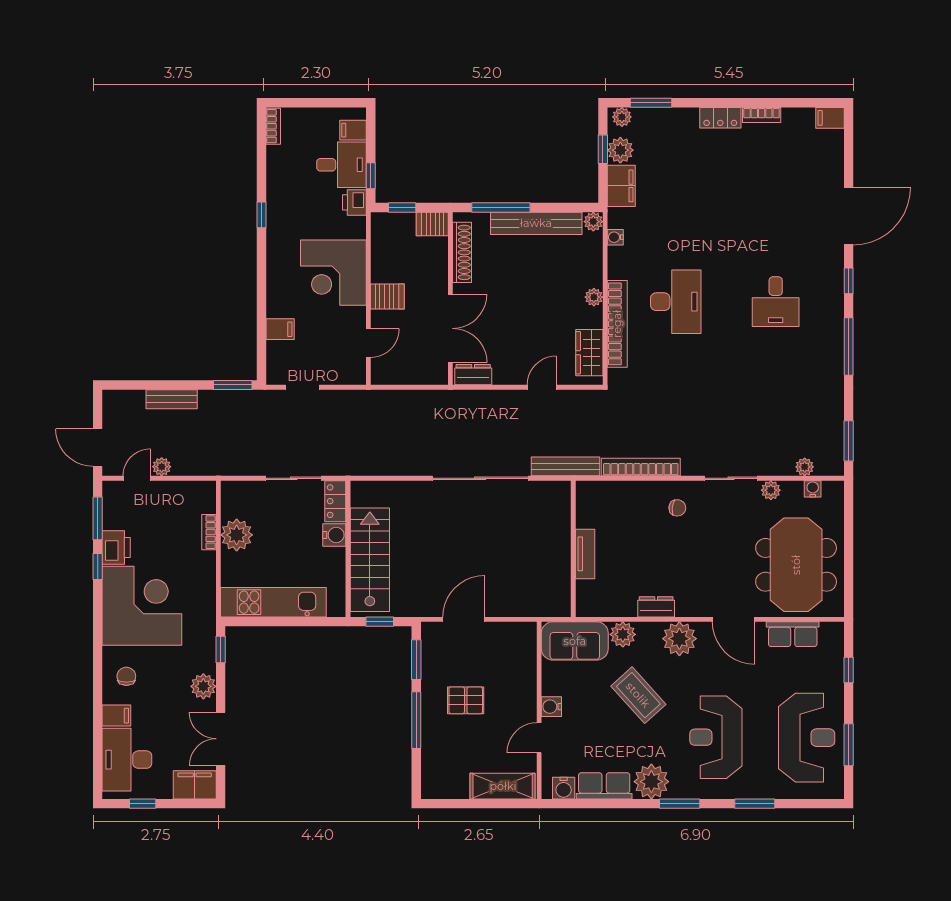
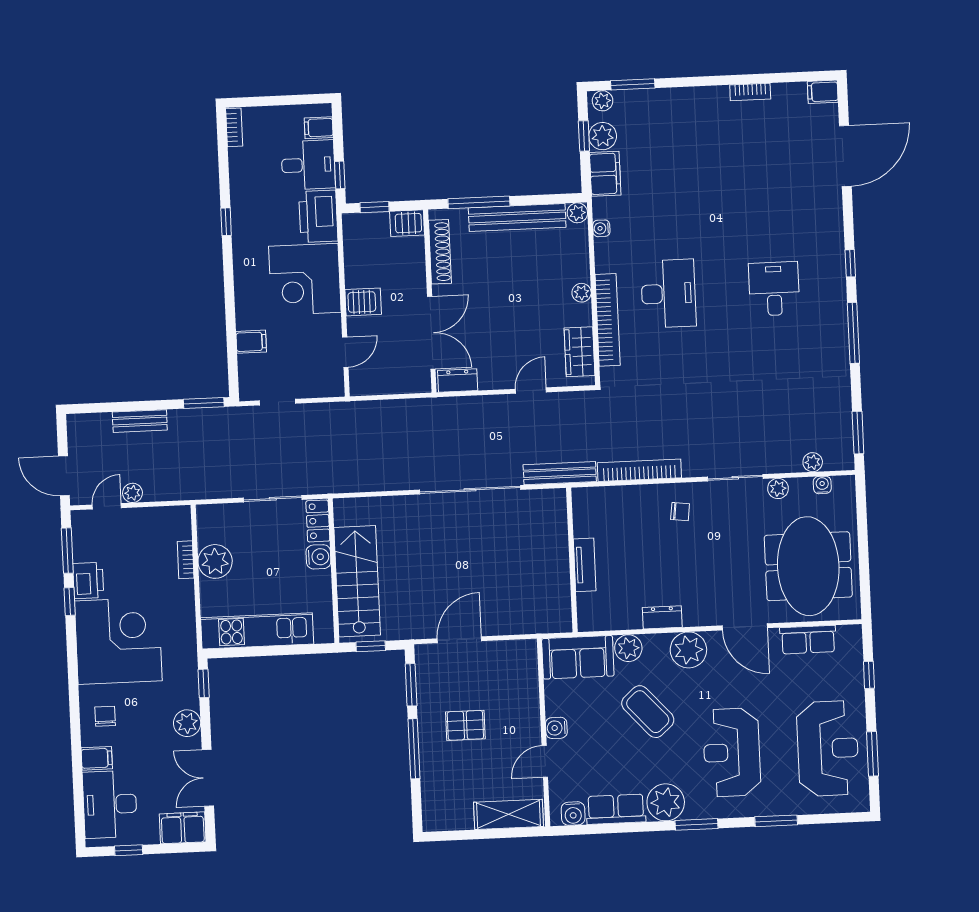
locker: (720, 118) -> (707, 97), removed
printer: (354, 202) -> (318, 216), width x1.87, depth x1.48
door: (849, 216) -> (845, 156), moved
desk: (776, 302) -> (774, 289), turned 180

